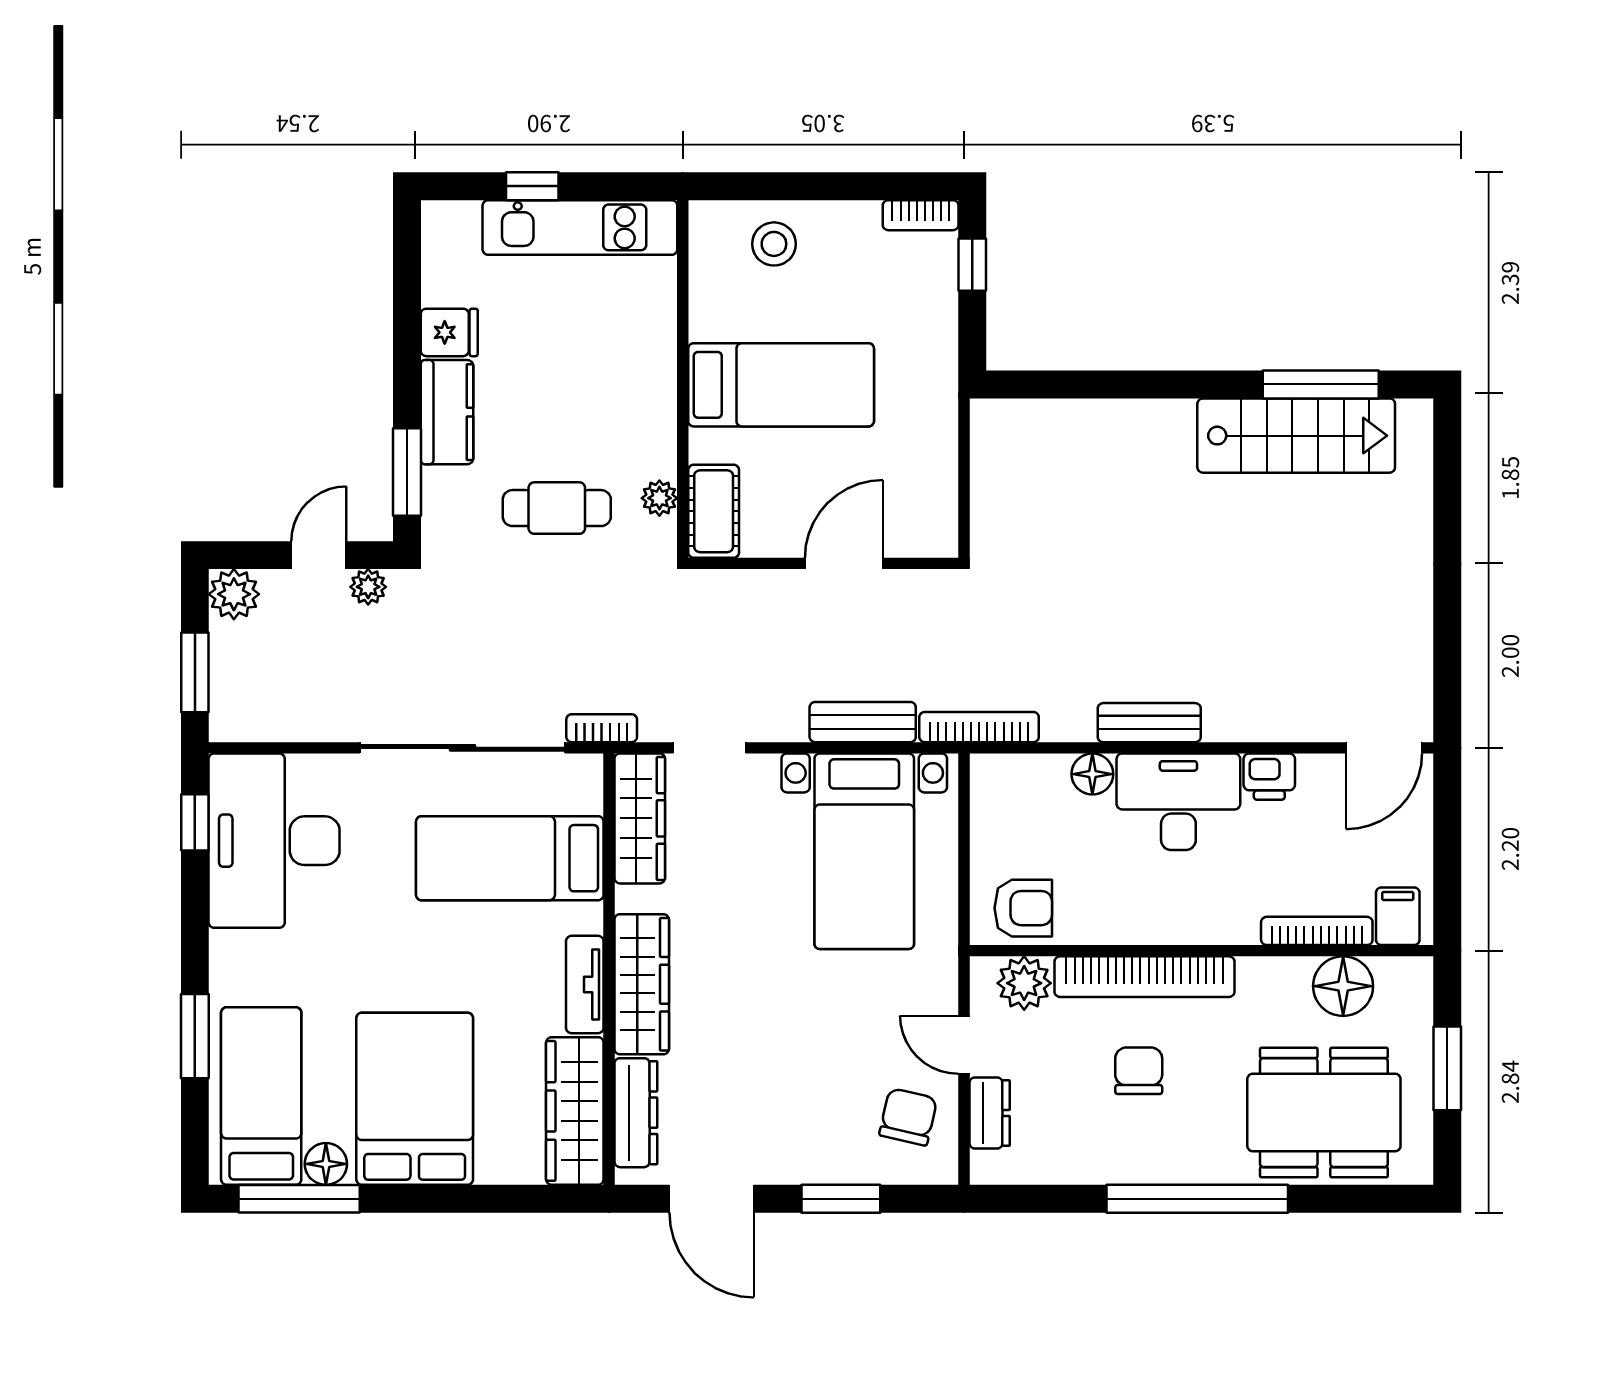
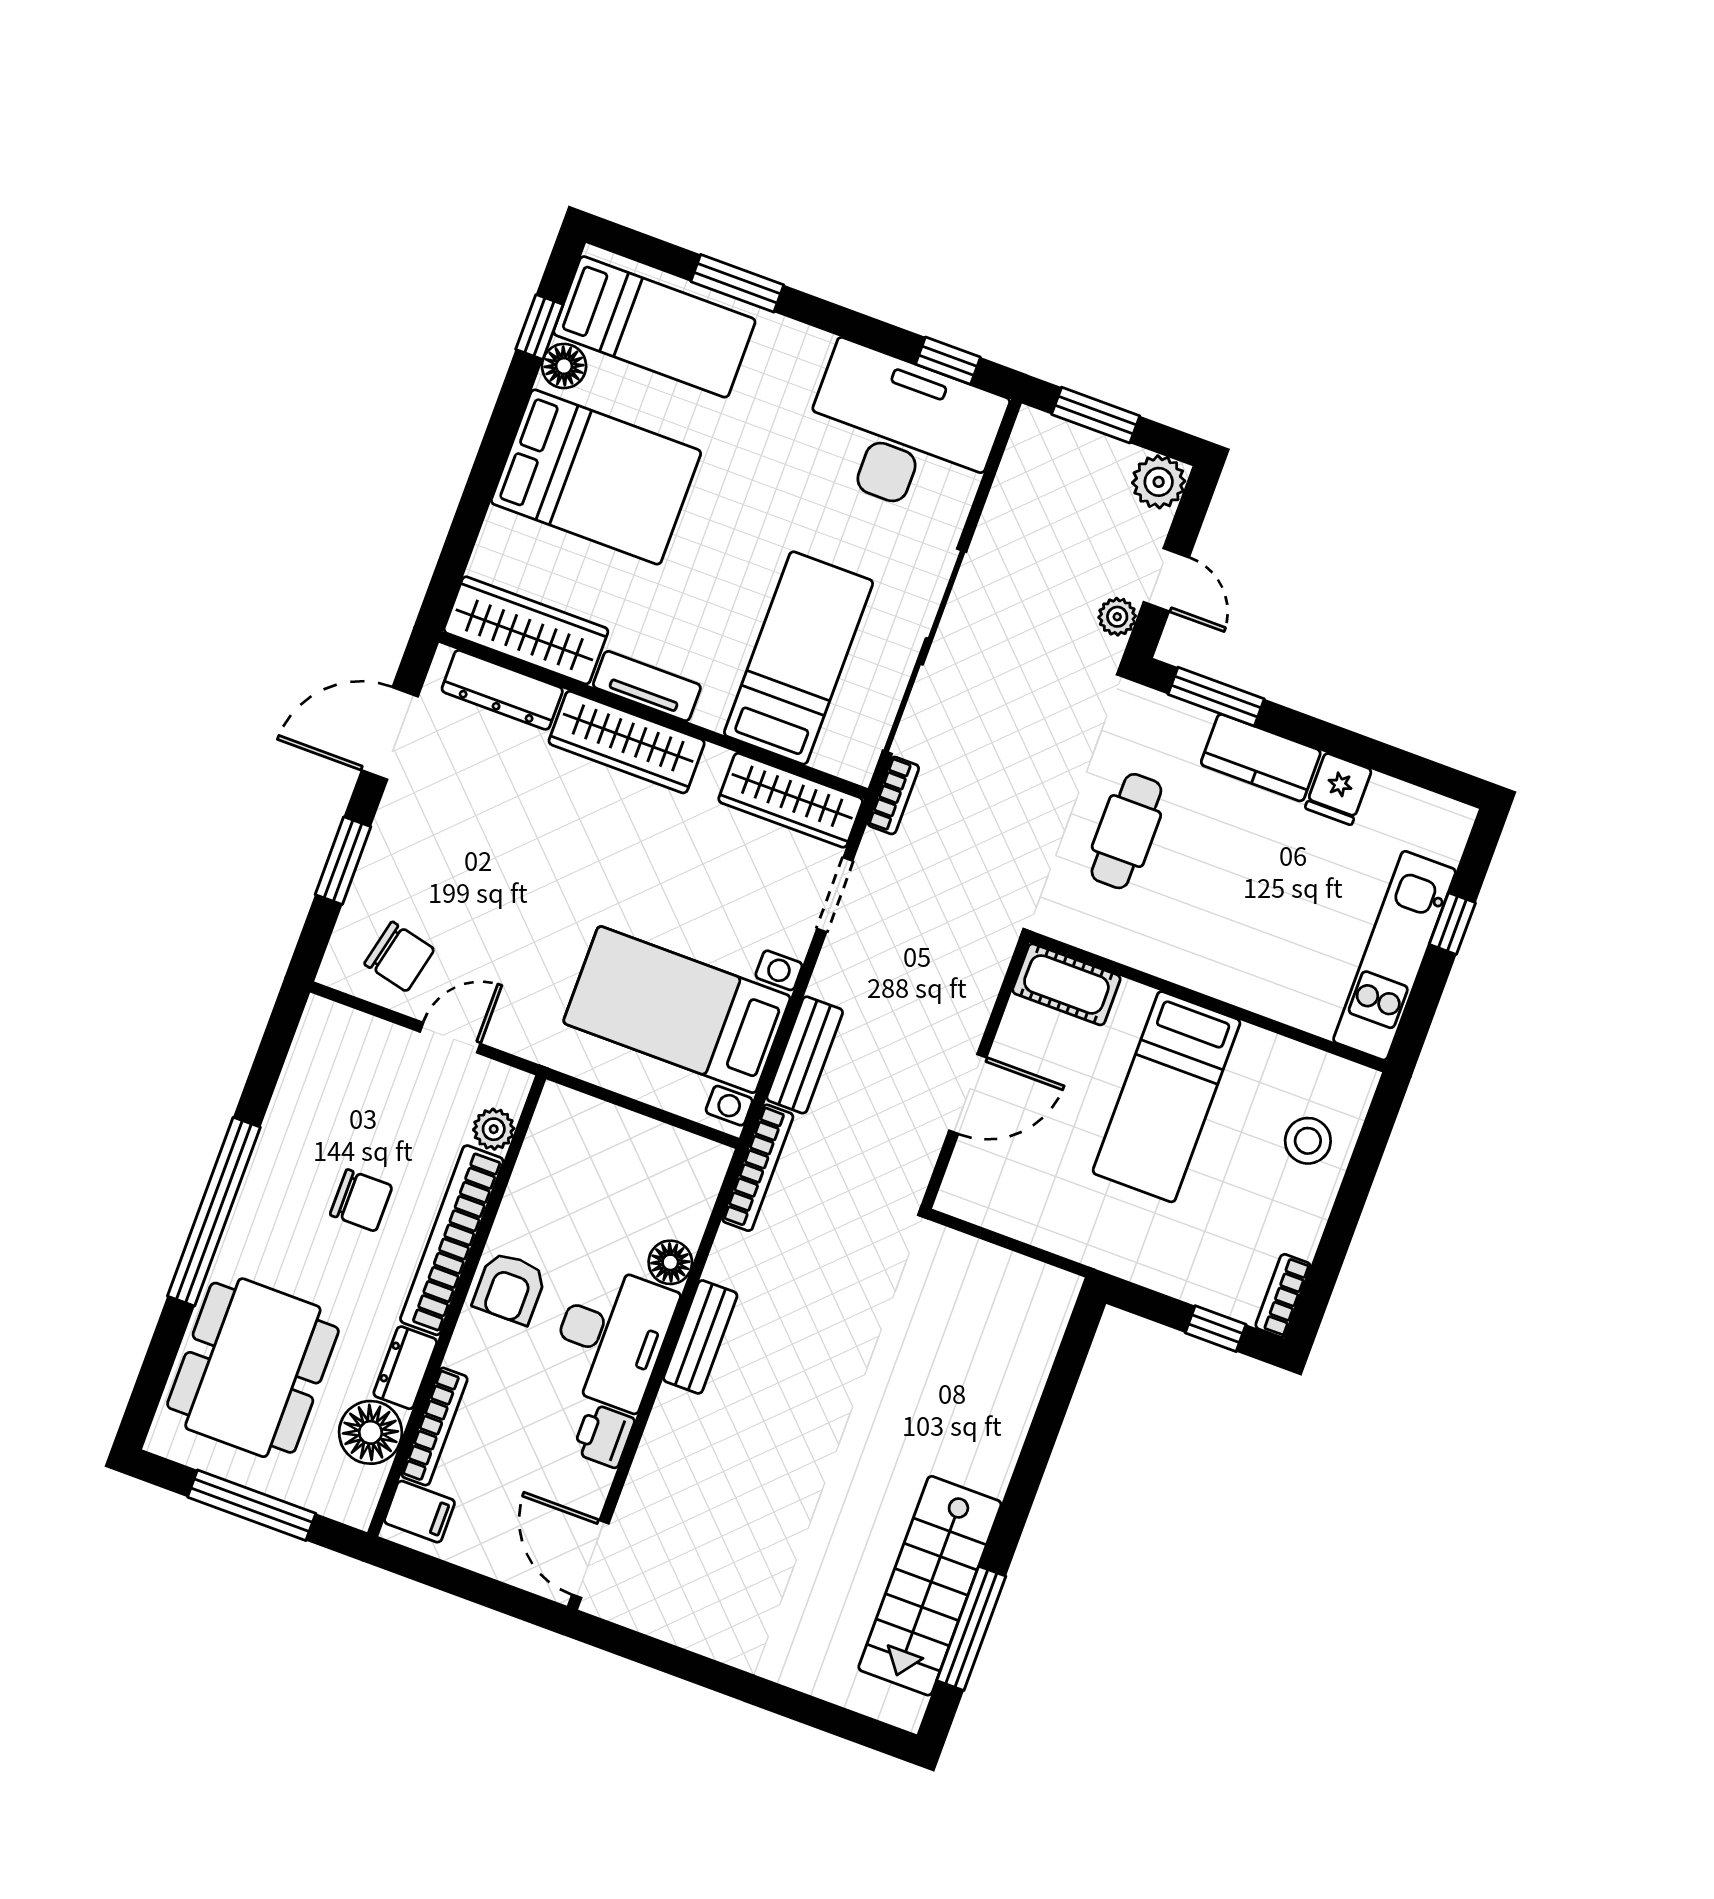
plant: (659, 498) -> (1099, 936), removed
door: (844, 563) -> (968, 1094), hinge flipped
armchair: (1023, 908) -> (510, 1288), moved
plant: (1024, 983) -> (494, 1129), width x0.73, depth x0.73
window: (1447, 1068) -> (252, 1505), width x1.44
dresser: (990, 1113) -> (405, 1368), moved, turned 90
window: (299, 1199) -> (539, 327), width x0.46

